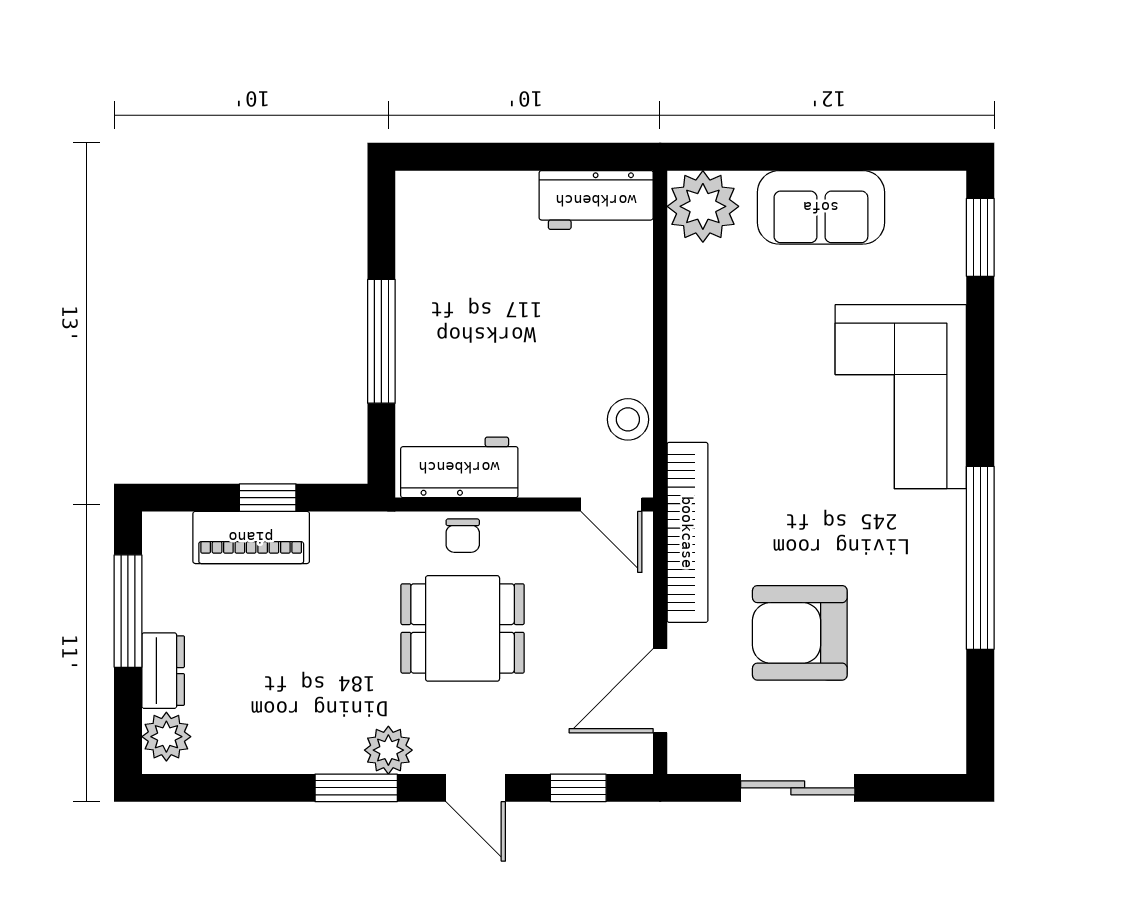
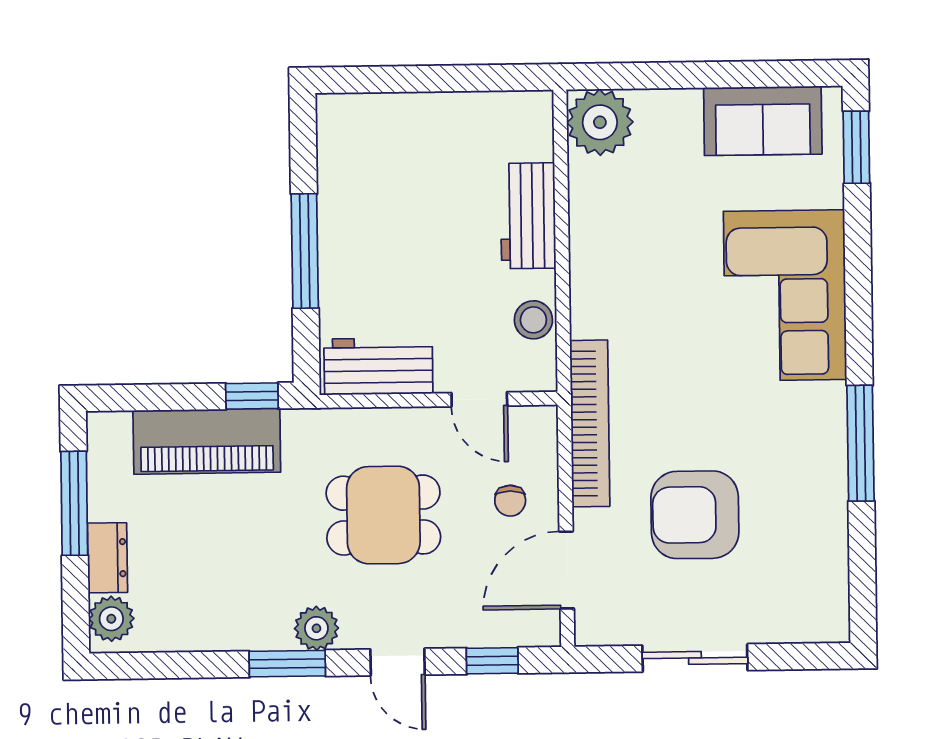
workbench: (596, 200) -> (528, 216), moved, turned 90
sofa: (821, 207) -> (763, 121), moved
window: (268, 498) -> (252, 396), moved
door: (611, 505) -> (479, 399), moved
chair: (463, 536) -> (510, 501), moved
piano: (251, 537) -> (207, 441), width x1.37, depth x1.33
window: (980, 558) -> (861, 443), width x0.68

